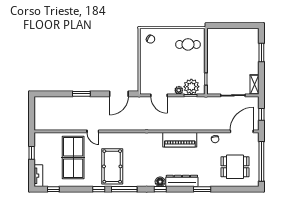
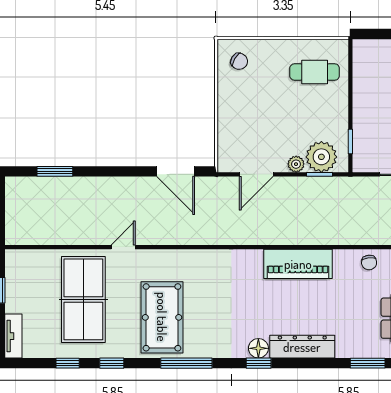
window: (81, 94) -> (55, 171), moved
door: (119, 94) -> (176, 171), hinge flipped
door: (159, 95) -> (256, 174), hinge flipped
door: (93, 131) -> (123, 247), swing flipped
window: (53, 189) -> (68, 363), moved
window: (99, 189) -> (112, 363), moved
window: (202, 189) -> (368, 363), moved

